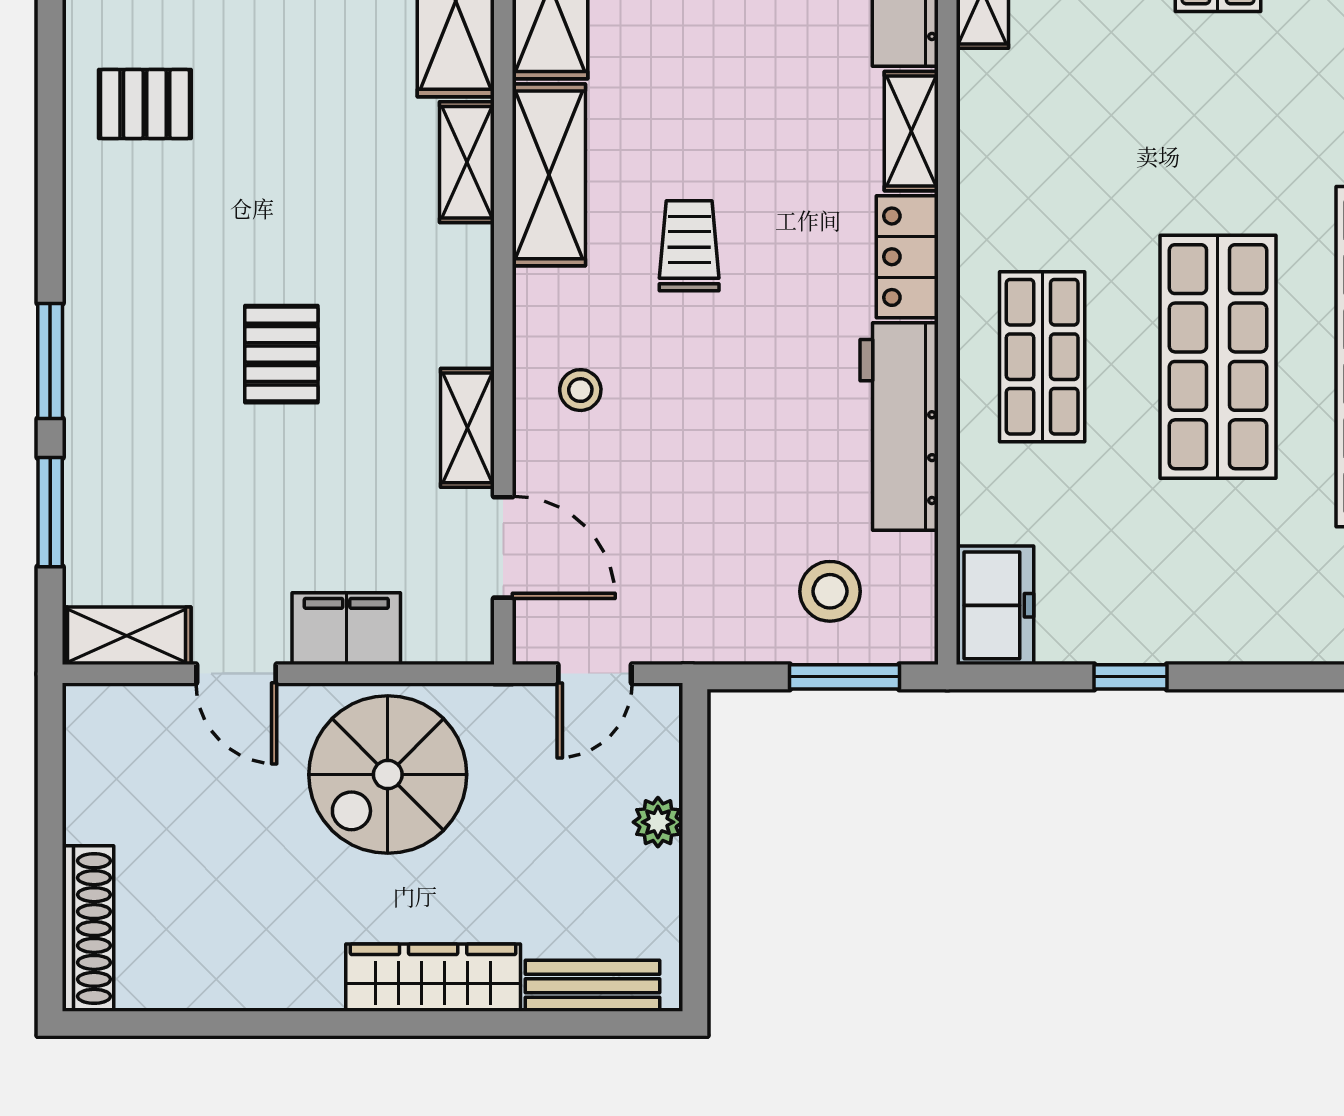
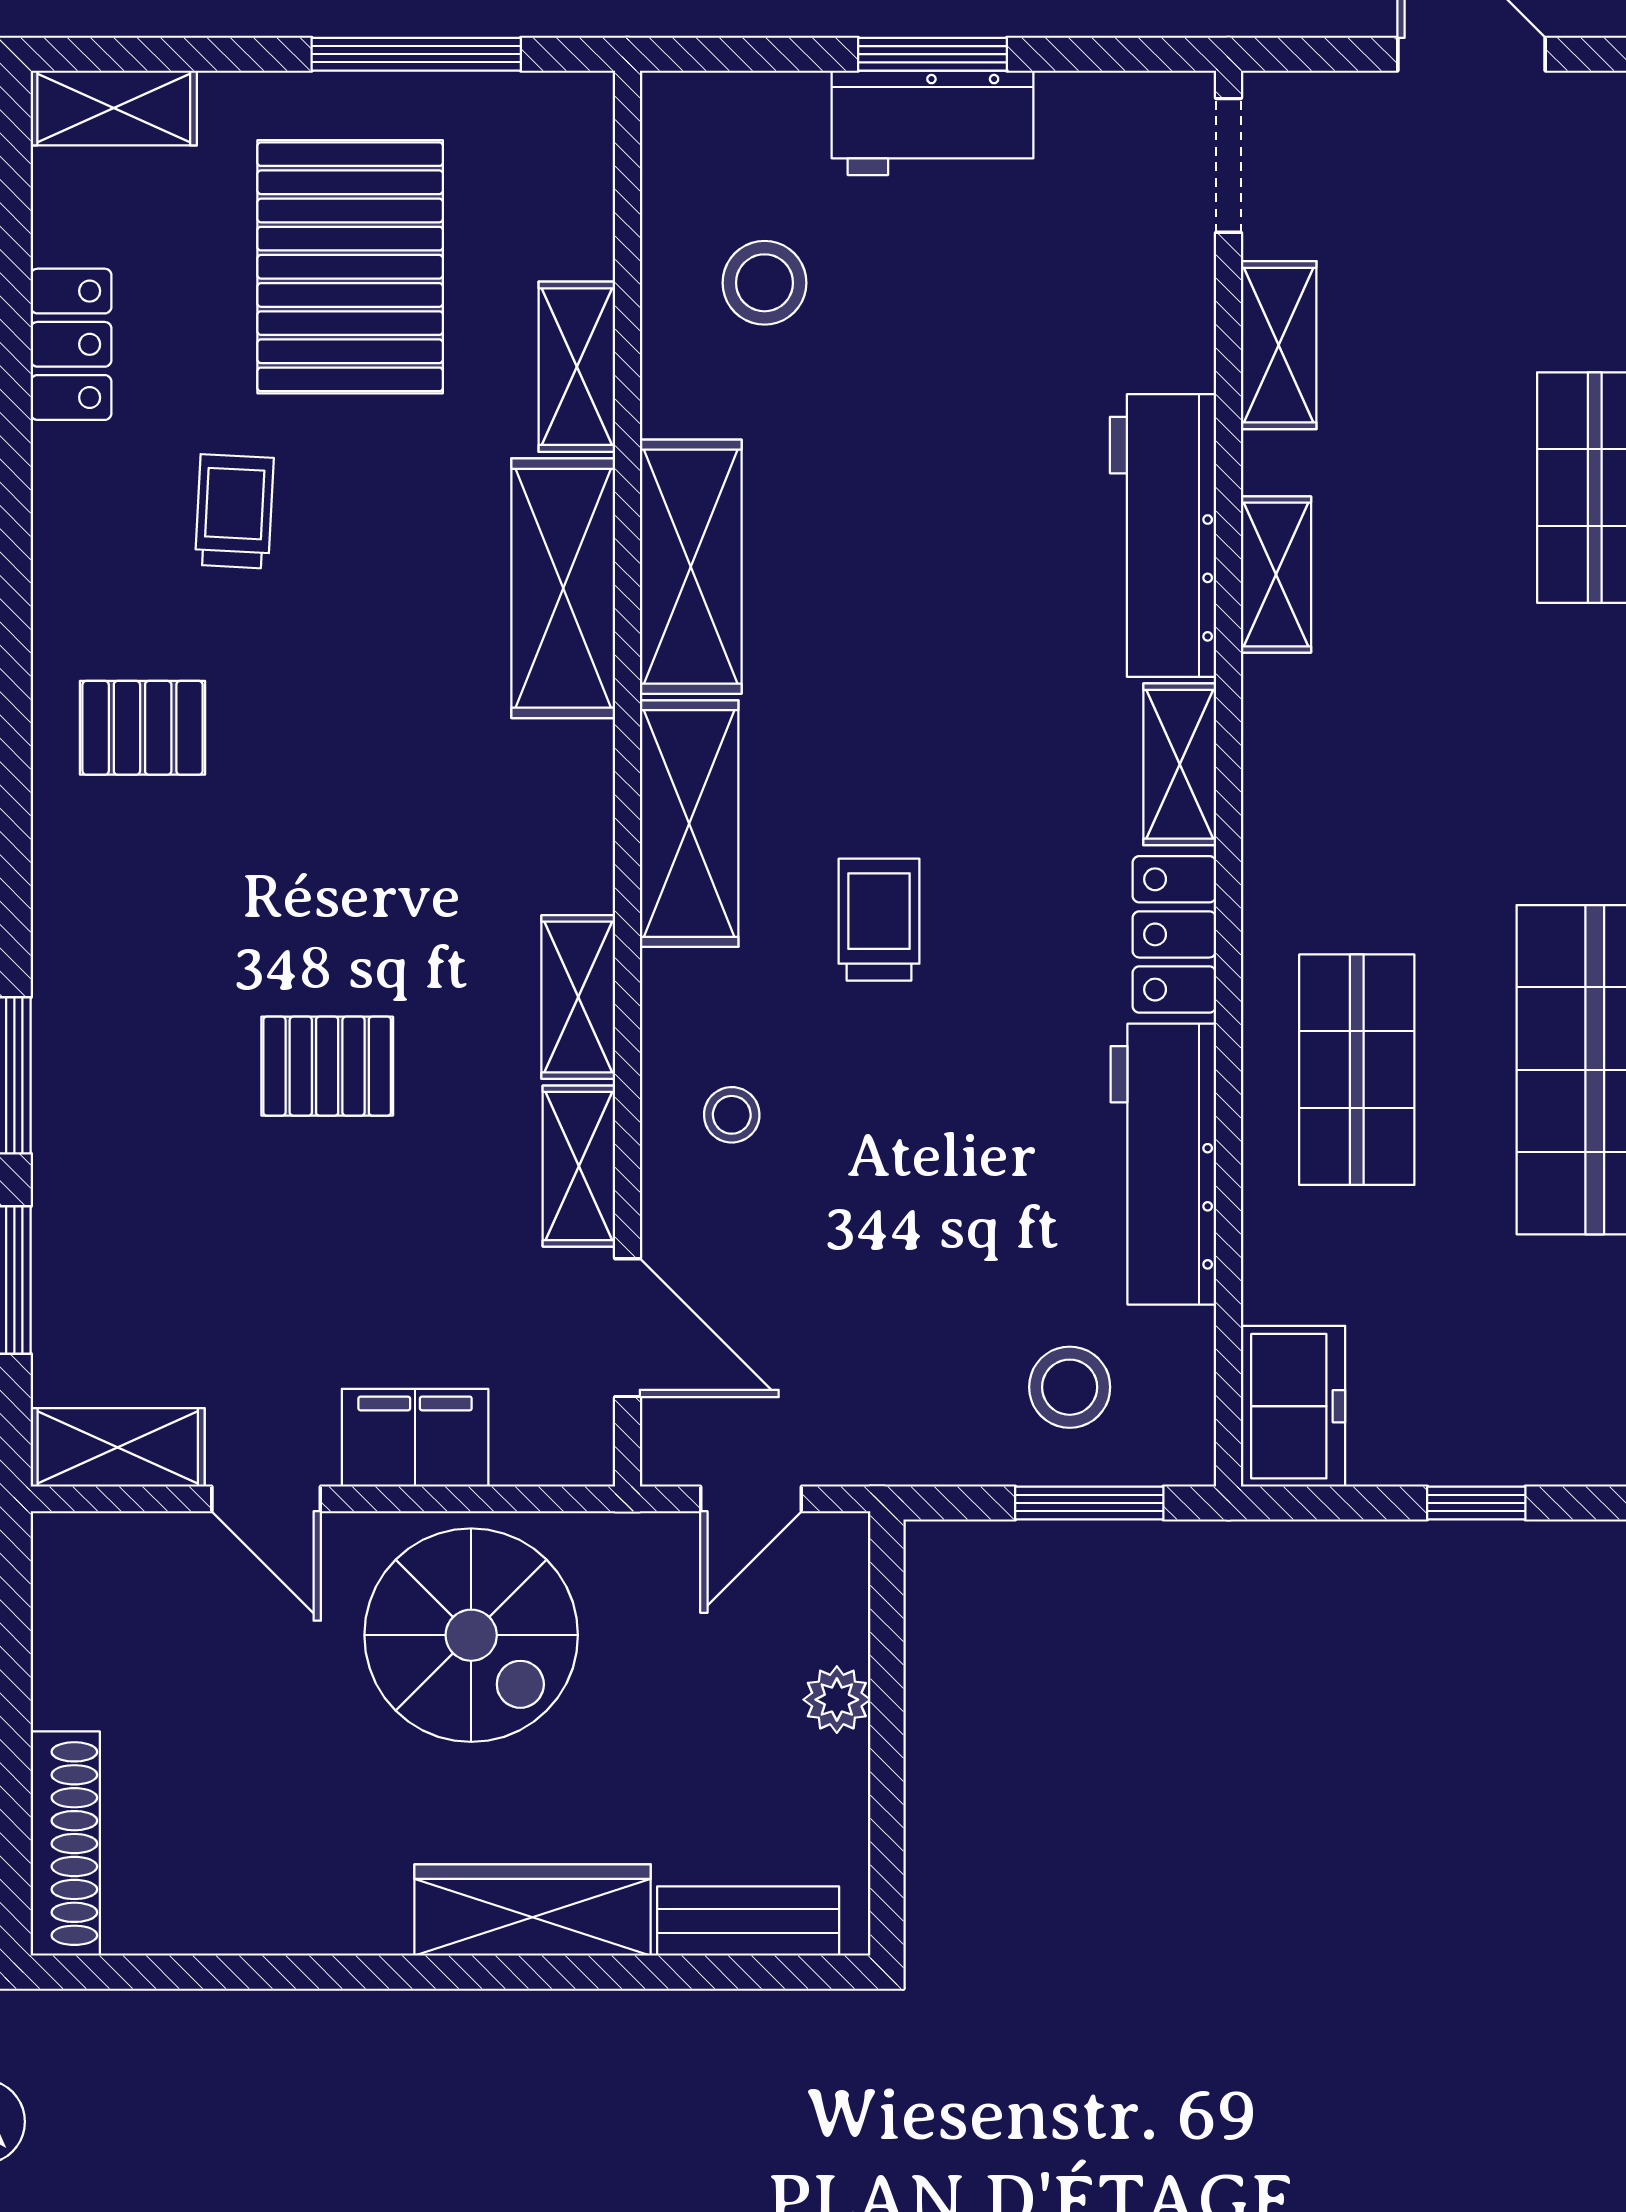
shelving: (467, 162) -> (578, 997), moved
pallet: (281, 354) -> (327, 1066), turned 90
spiral stairs: (388, 775) -> (471, 1635), turned -90

